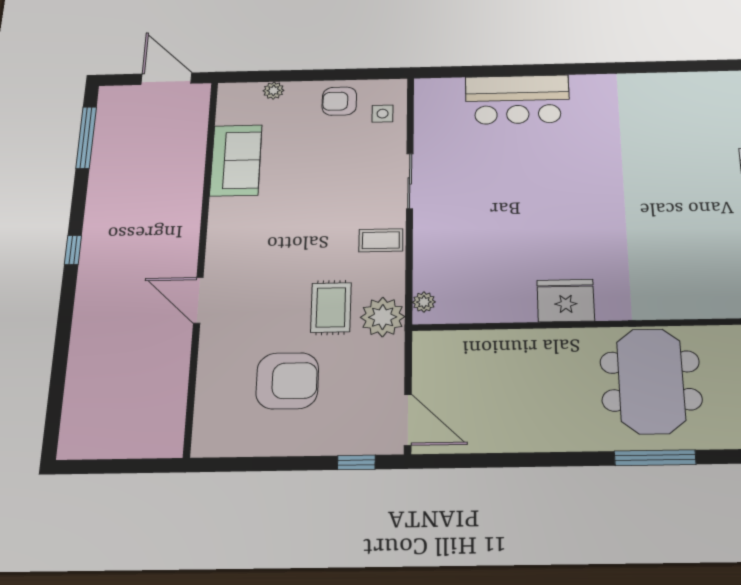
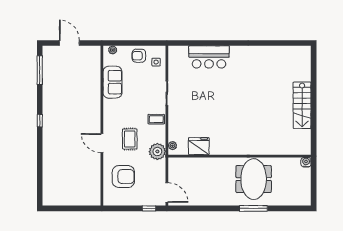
sofa: (236, 160) -> (112, 82), moved
wall: (201, 259) -> (102, 126), moved
door: (198, 300) -> (102, 143), moved
fridge: (566, 301) -> (199, 146), moved
rug: (331, 307) -> (130, 139), moved

